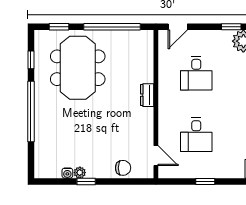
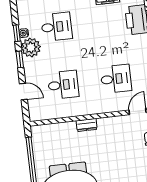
door: (178, 27) -> (23, 91), moved

